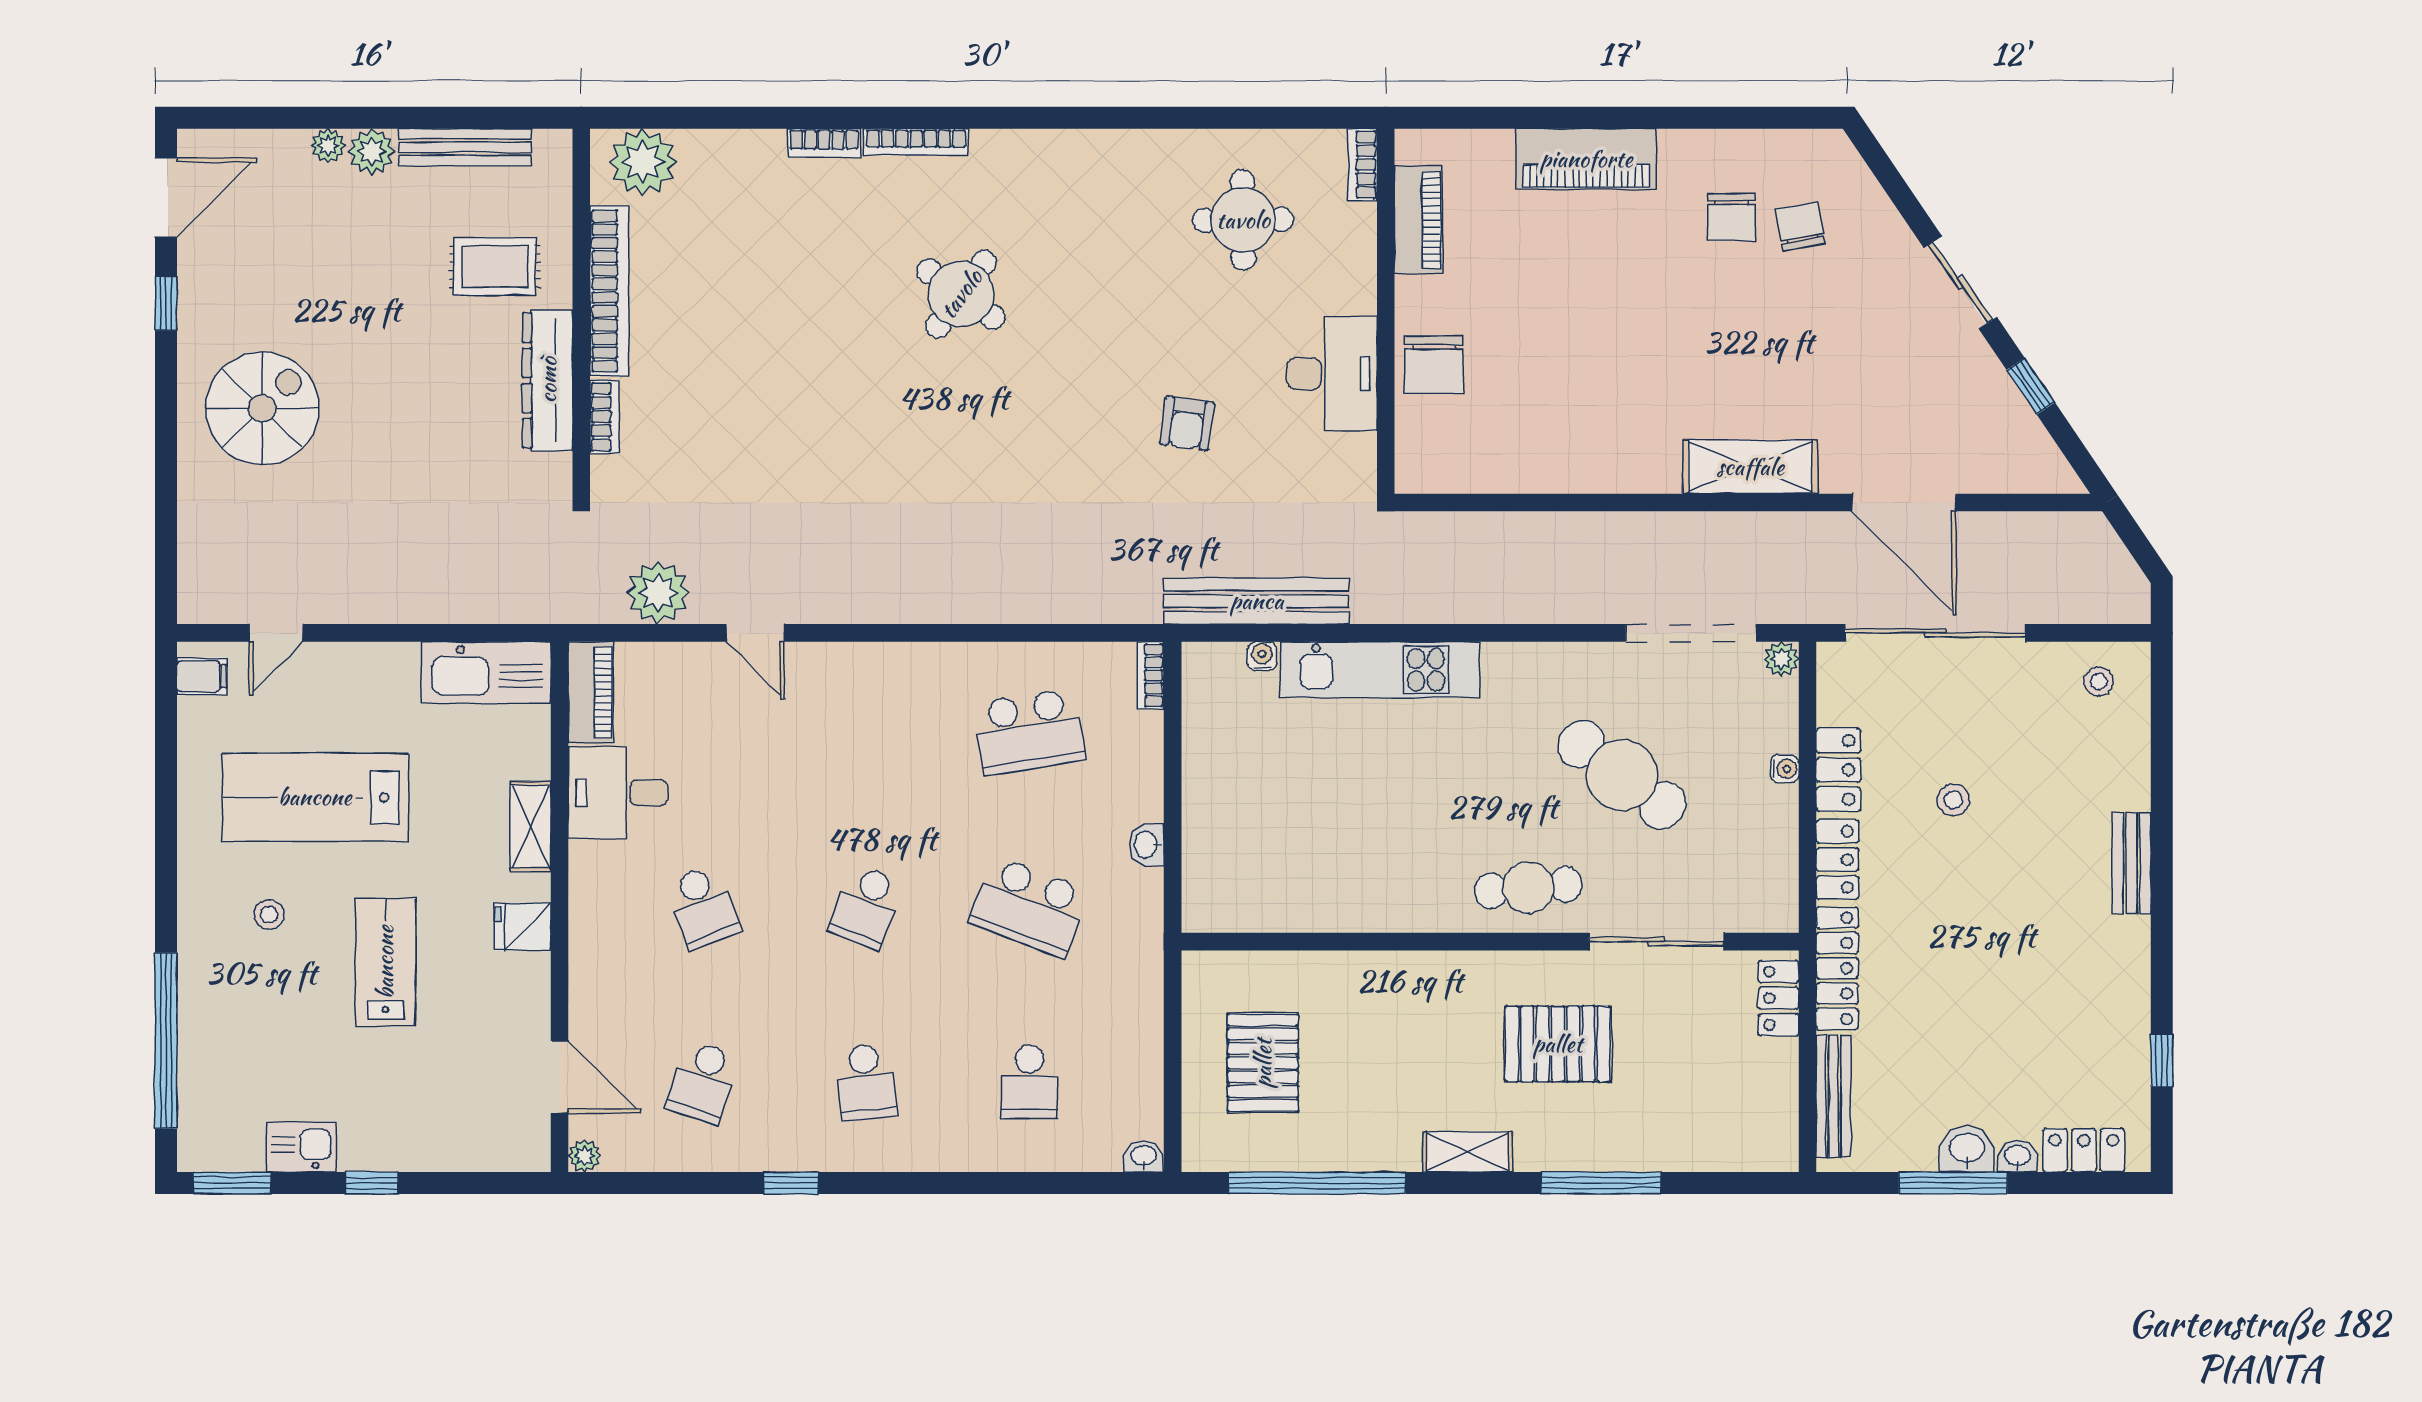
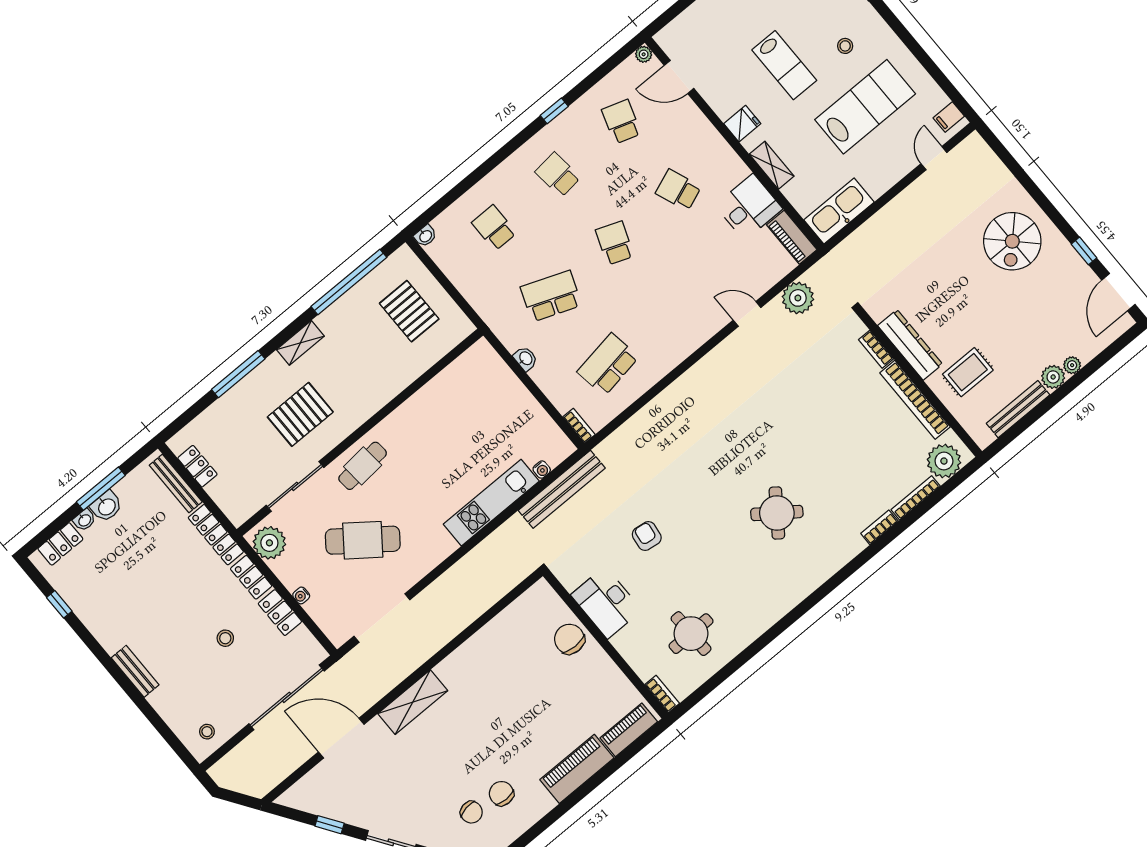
bookcase: (916, 142) -> (916, 498), moved
piano: (1419, 220) -> (629, 730), moved, turned 90
plant: (1782, 659) -> (269, 543), moved, width x1.88, depth x1.88
locker: (1779, 998) -> (197, 466), moved

